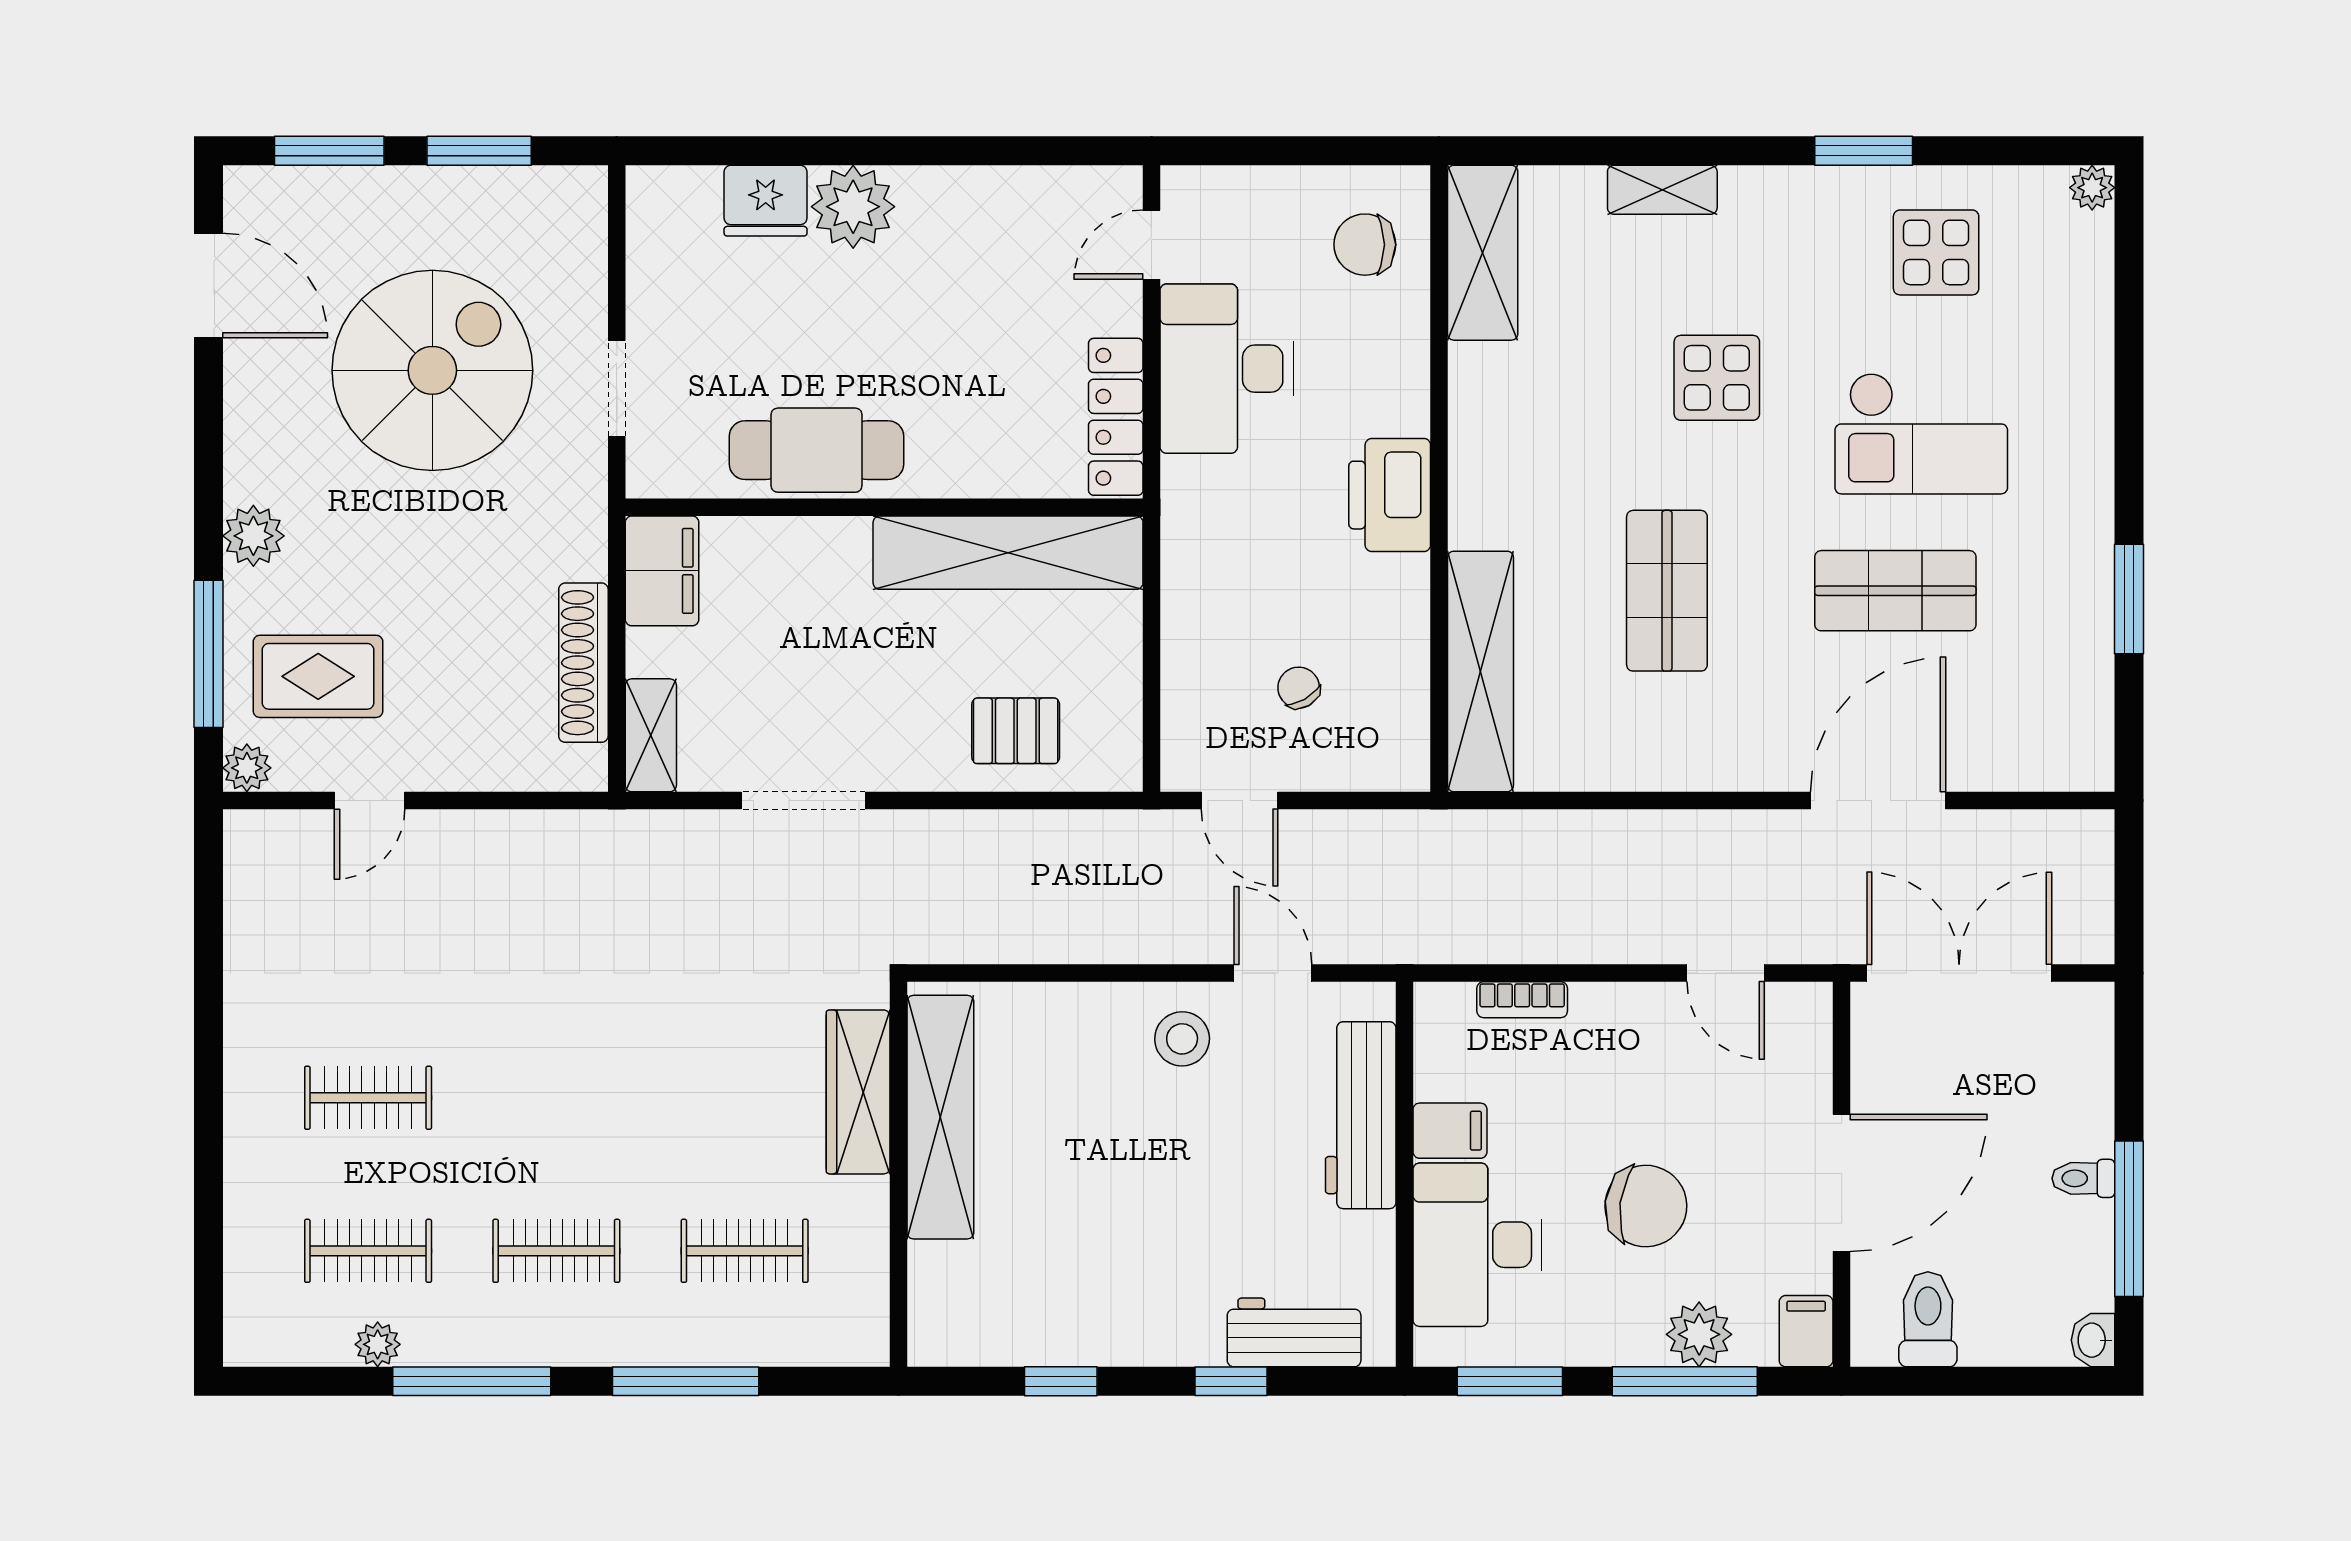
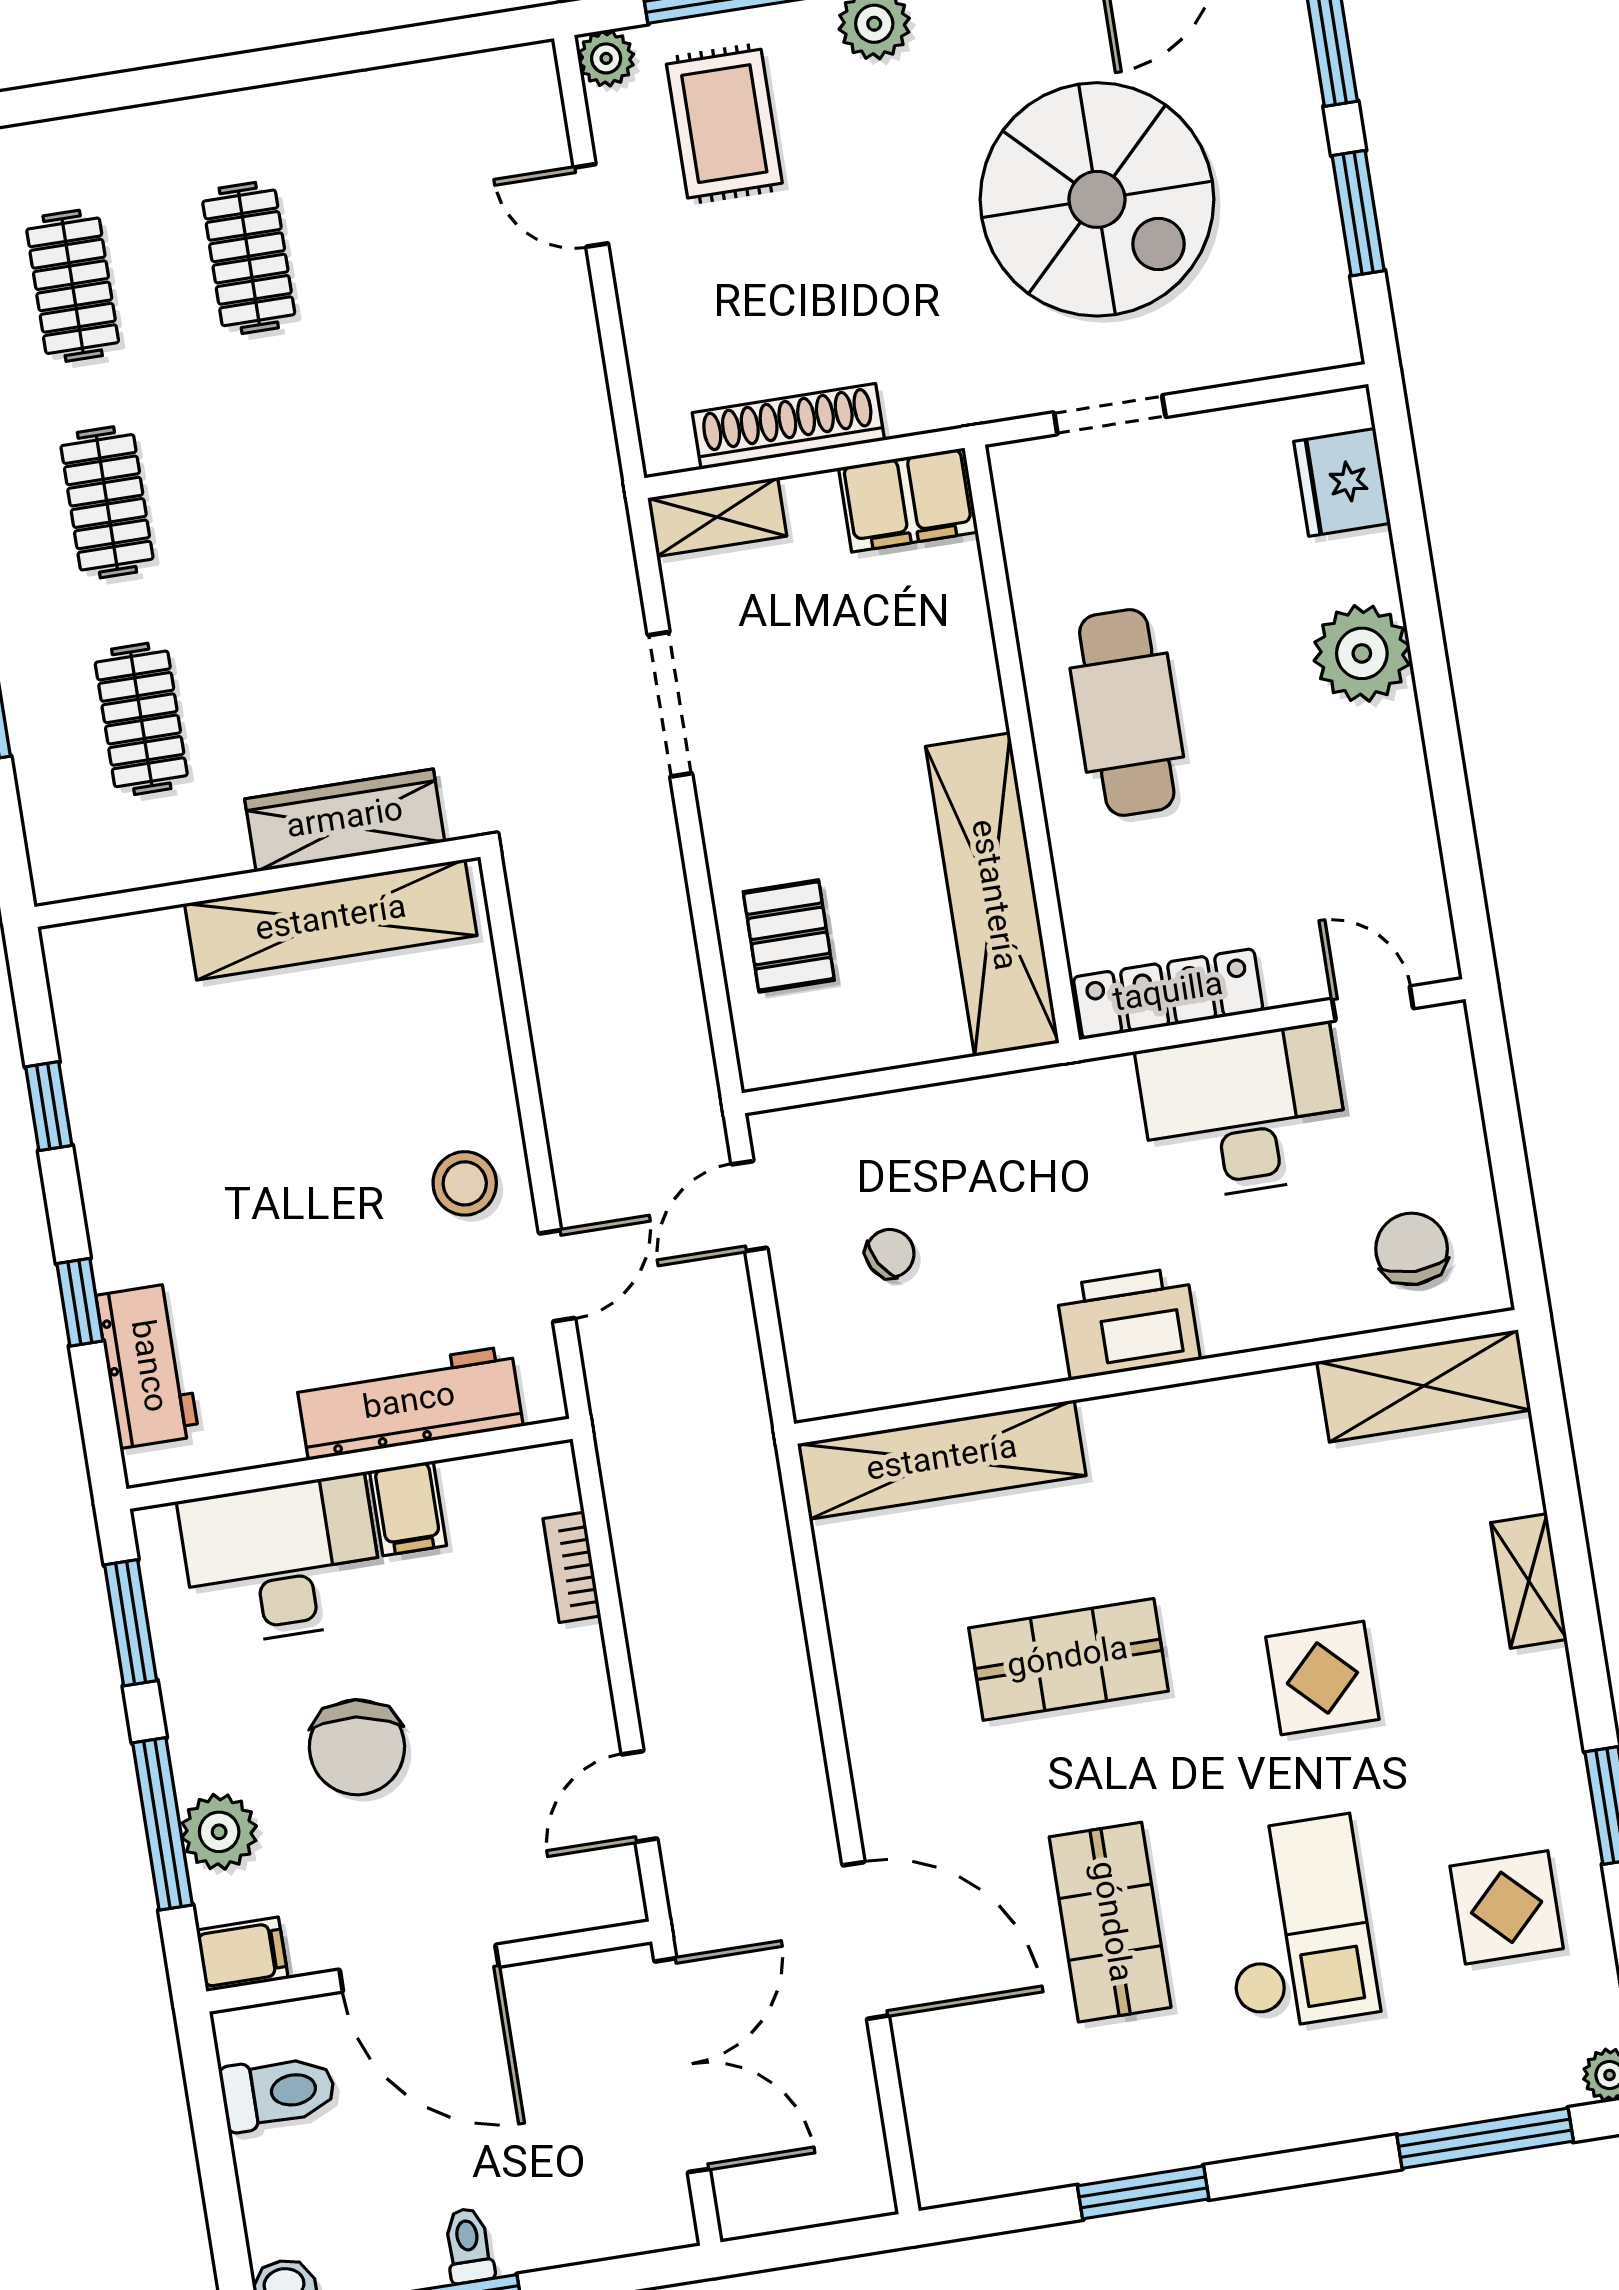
fridge: (766, 201) -> (1342, 482), moved
window: (2129, 302) -> (1485, 2138), added
checkout: (1921, 433) -> (1296, 1923), turned 180
cafe table: (817, 450) -> (1127, 713), moved

